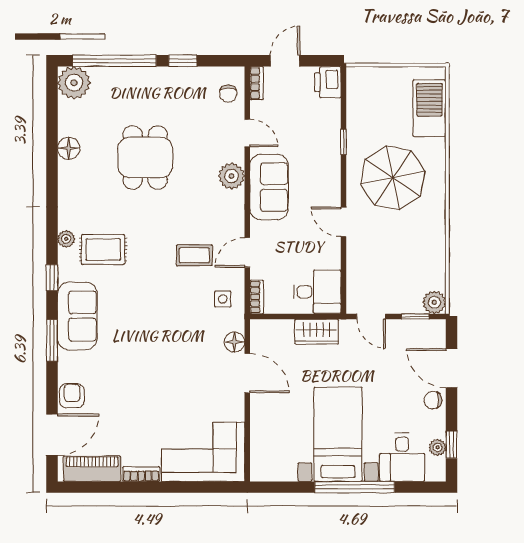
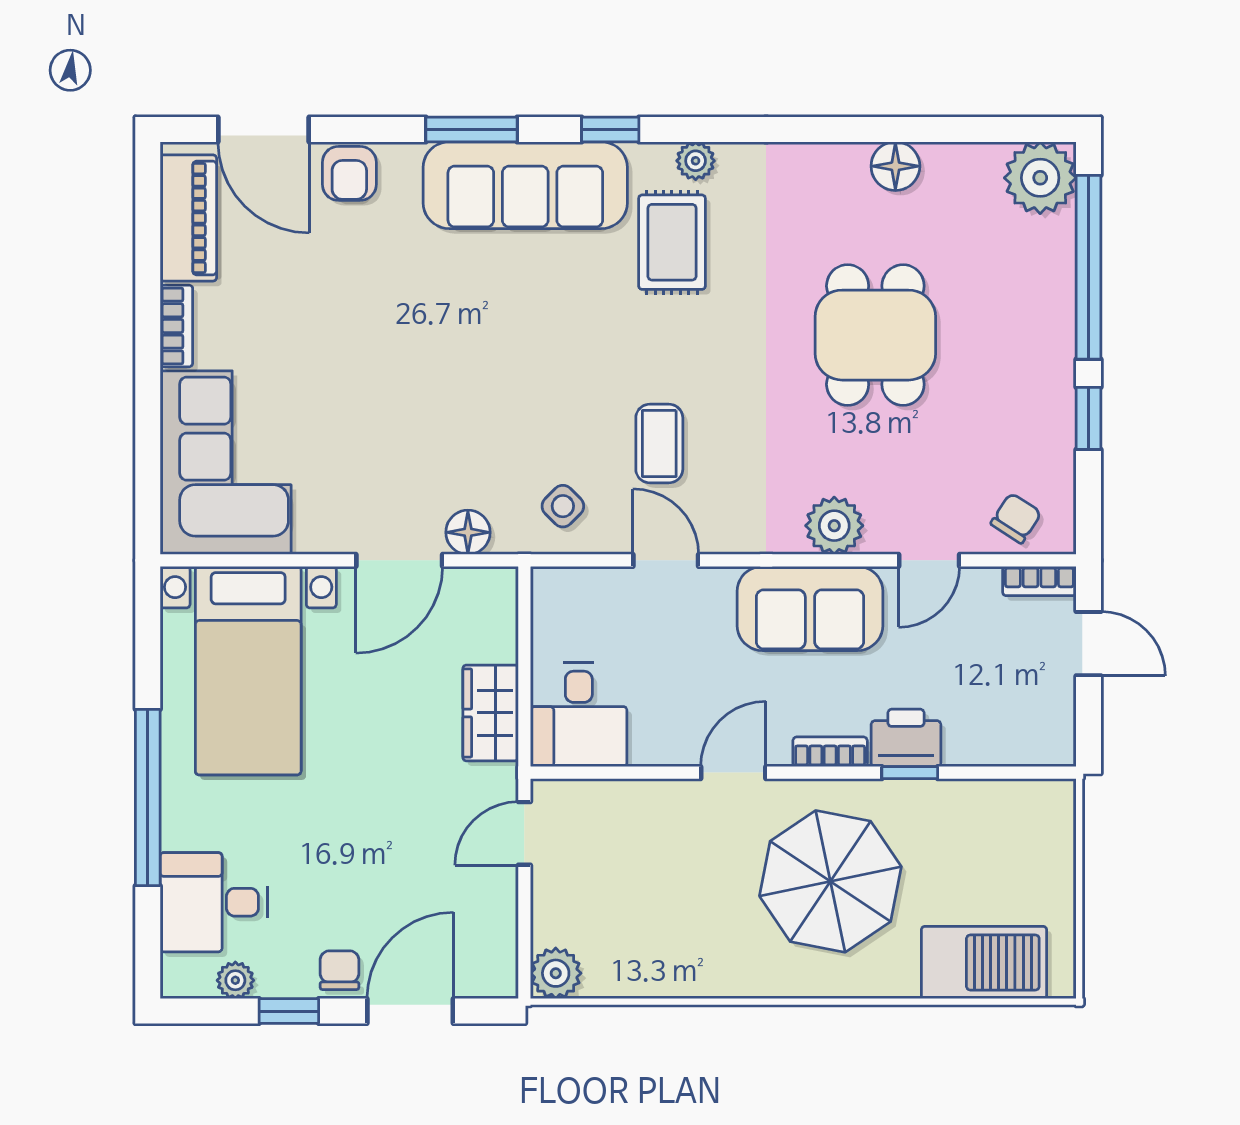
printer: (328, 82) -> (906, 738), moved
chair: (228, 94) -> (1016, 518), turned 123
dining table: (145, 157) -> (875, 335), turned 90
bookcase: (257, 297) -> (830, 752), moved, turned 180
side table: (223, 299) -> (563, 506), turned 45
sofa: (77, 316) -> (525, 185), width x1.36
window: (415, 316) -> (524, 931), removed
armchair: (72, 396) -> (349, 173), turned 90
bed with nightstands: (338, 434) -> (248, 671), moved, turned 90
window: (451, 445) -> (289, 1011), moved

